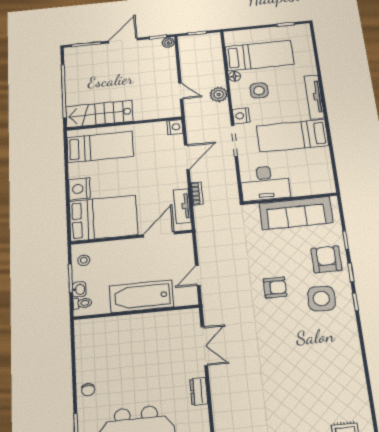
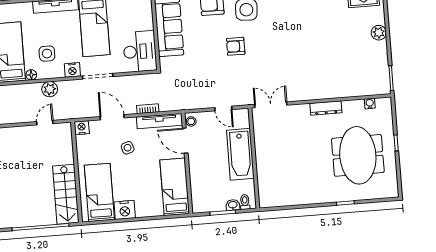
side table: (151, 174) -> (128, 148), added
nightstand: (79, 189) -> (125, 210), moved
tv unit: (182, 206) -> (159, 121), width x1.41
bed: (103, 218) -> (175, 187), width x0.67
stool: (84, 260) -> (191, 121), moved
armchair: (275, 288) -> (236, 46), turned -90
double door: (204, 346) -> (271, 105), moved
chair: (88, 390) -> (318, 195), removed
dresser: (199, 391) -> (326, 108), width x1.44

